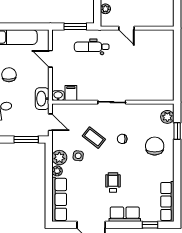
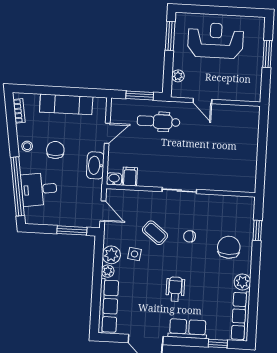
door: (50, 59) -> (107, 133), swing flipped
washbasin: (42, 99) -> (95, 165), moved
plant: (167, 117) -> (242, 282), moved

